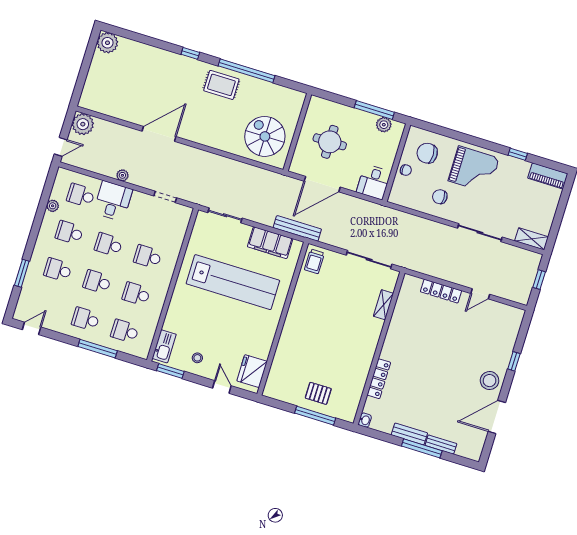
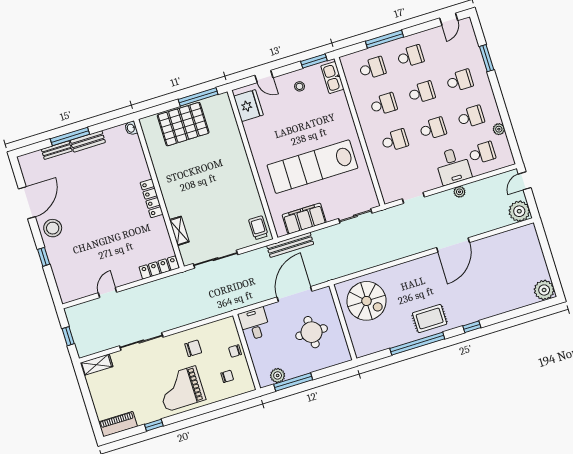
chair: (427, 153) -> (227, 376), width x0.54, depth x0.54
locker: (441, 291) -> (159, 268), moved
locker: (379, 379) -> (152, 198), moved
pallet: (318, 393) -> (183, 124), width x2.05, depth x2.00
window: (315, 416) -> (198, 97), moved

